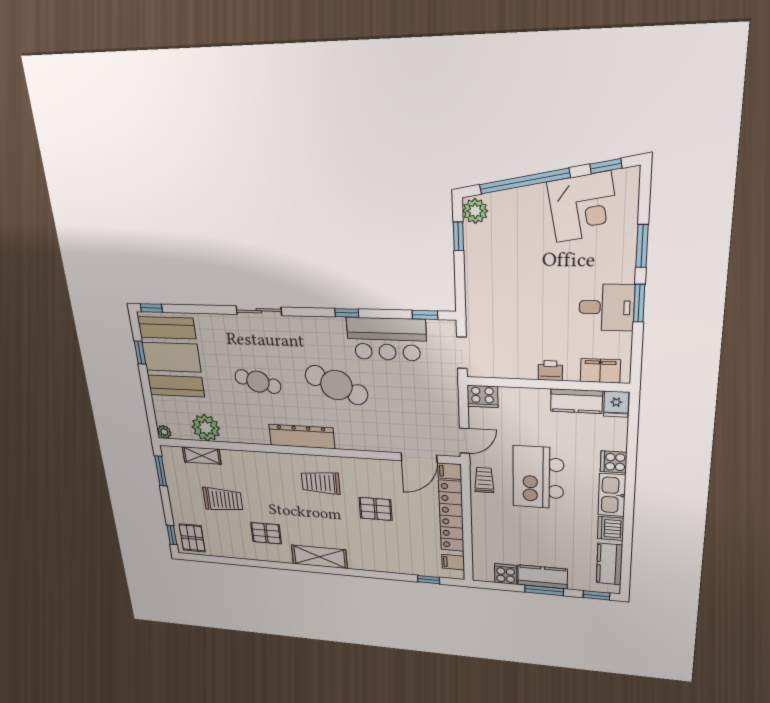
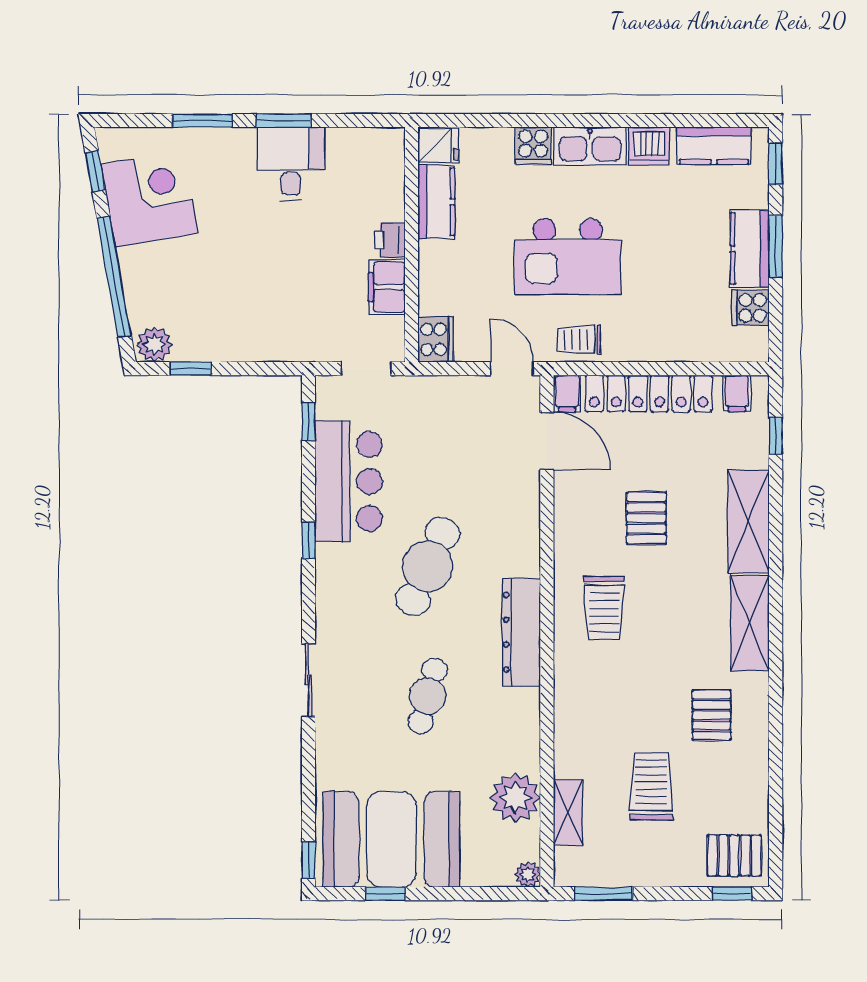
filing cabinet: (600, 371) -> (387, 287), moved
shelving: (378, 561) -> (749, 521), added

